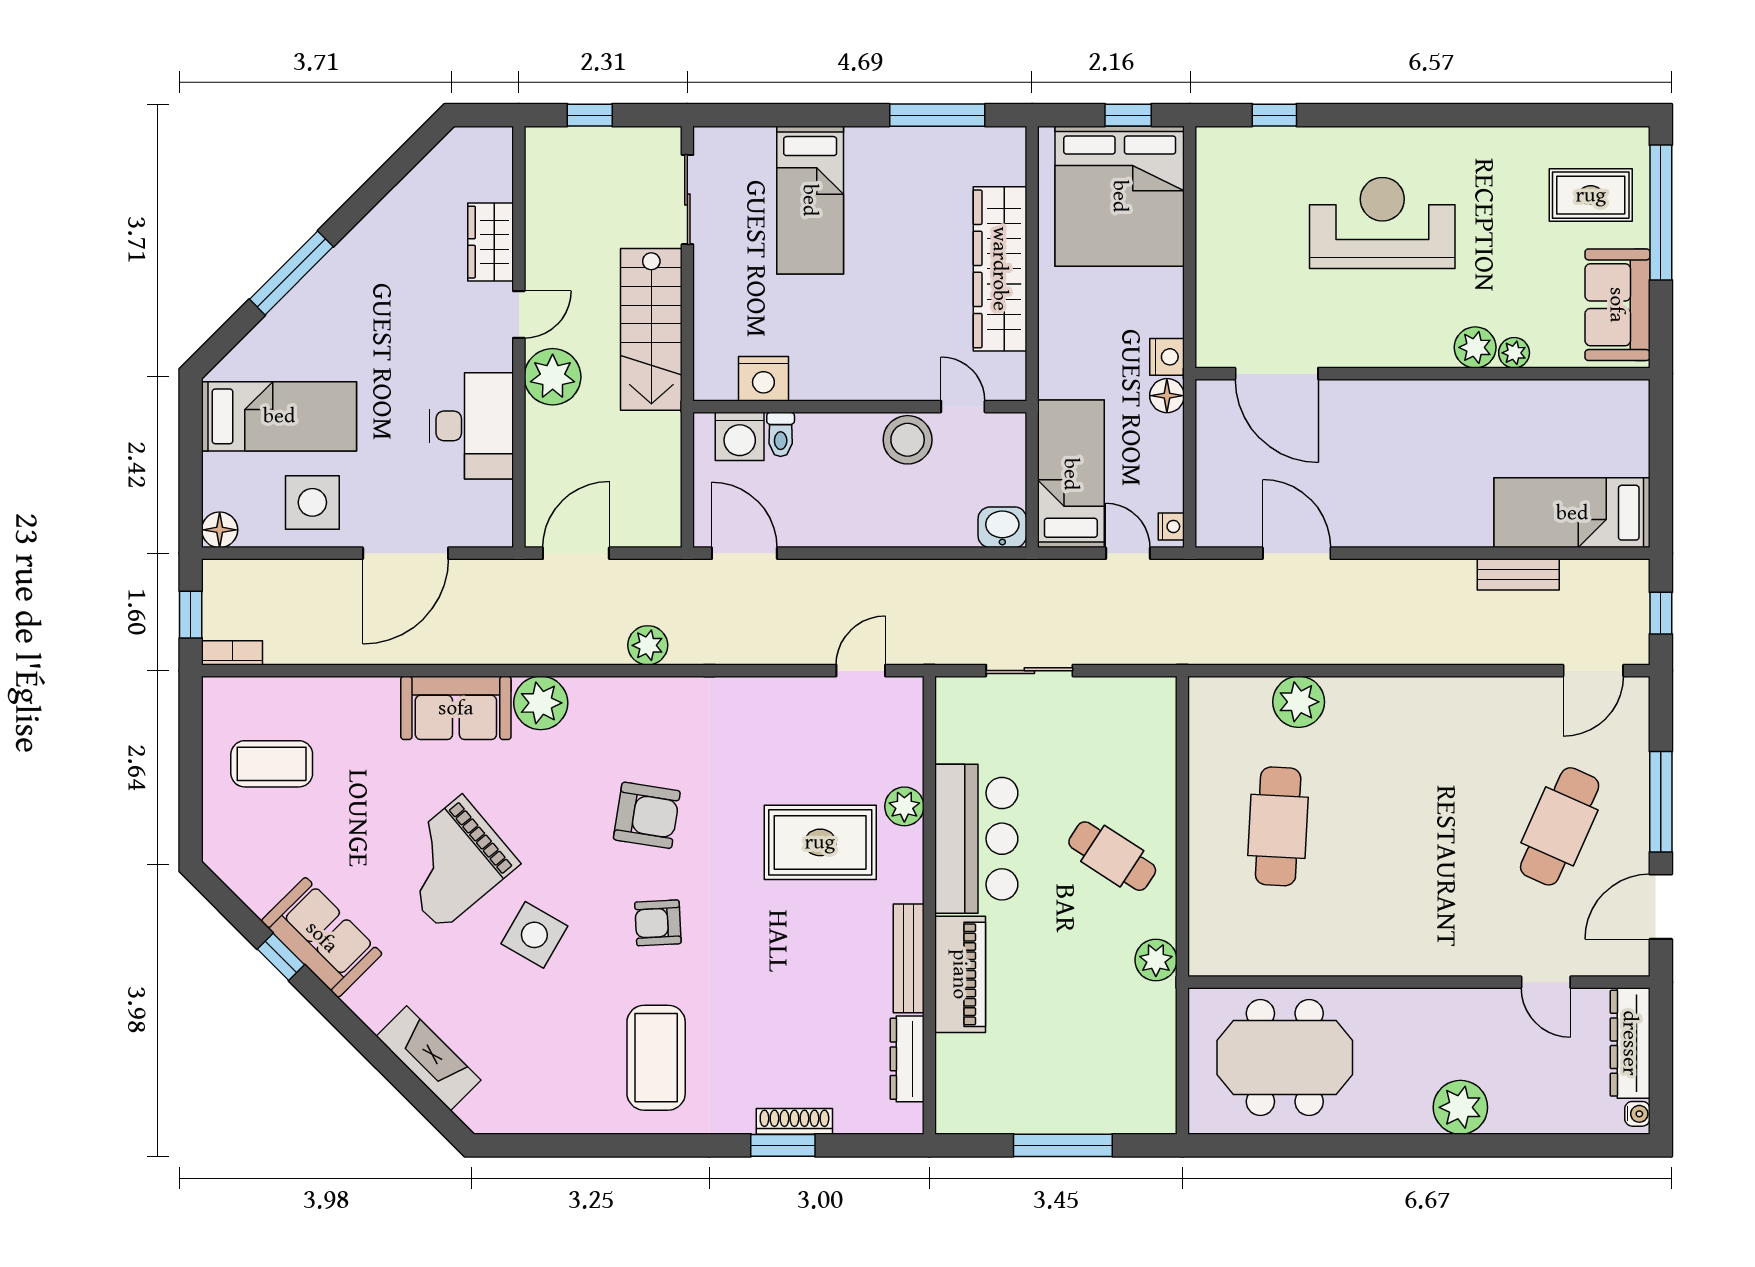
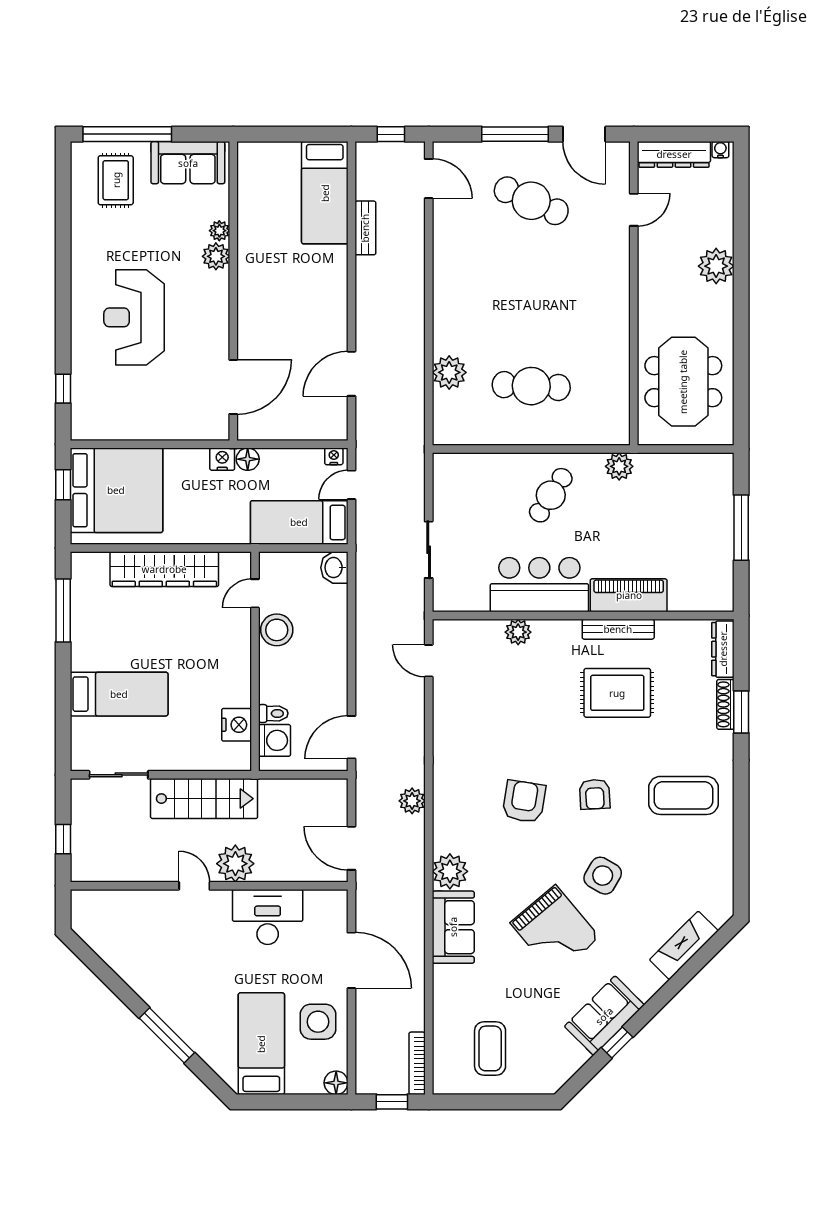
wardrobe: (491, 242) -> (147, 904), removed
bookcase: (232, 653) -> (417, 1063), width x1.56
rug: (820, 842) -> (617, 693), moved, turned 90
dresser: (907, 1059) -> (723, 649), moved, turned 90

